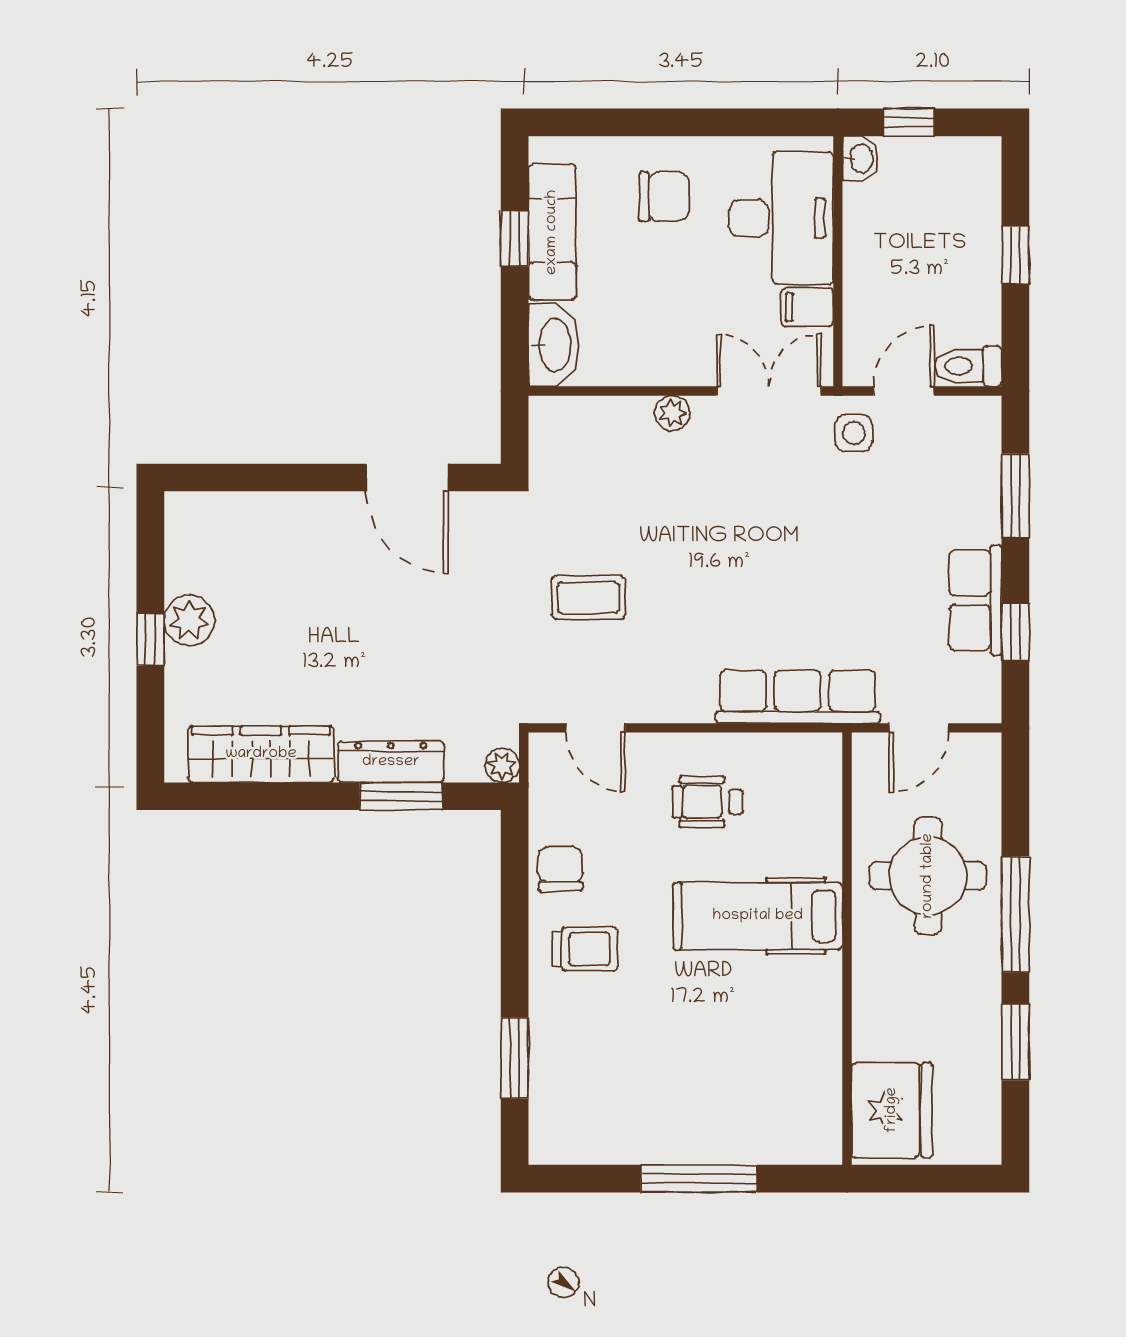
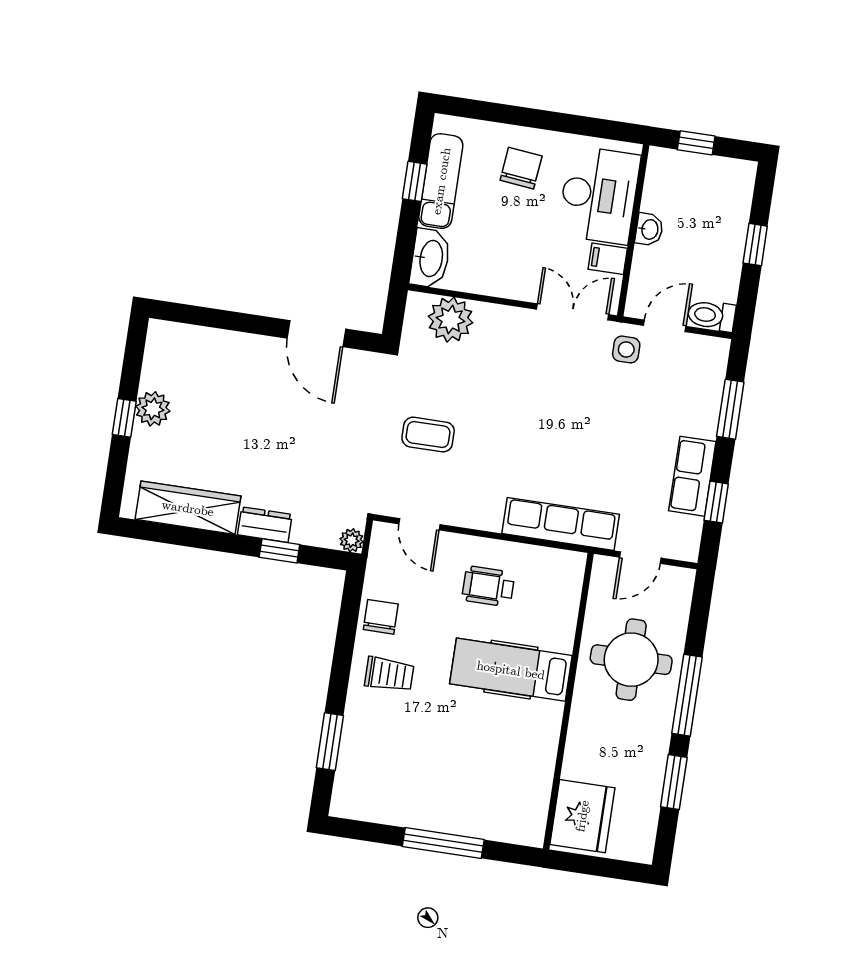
washbasin: (861, 158) -> (649, 229), moved
chair: (664, 196) -> (521, 168), turned -84
plant: (672, 413) -> (451, 320), moved, width x1.87, depth x1.87
dresser: (391, 762) -> (265, 525), width x0.70
window: (401, 796) -> (279, 551), width x0.67

